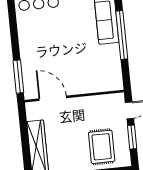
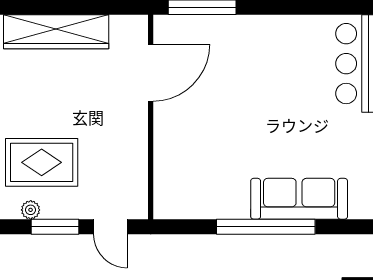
plant: (125, 150) -> (31, 210), added

